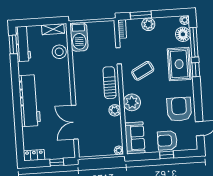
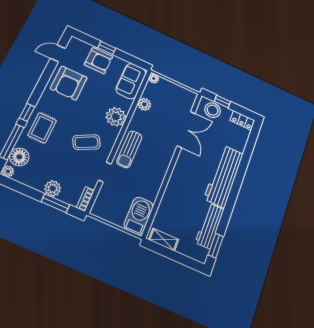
workbench: (23, 44) -> (210, 226), moved
stool: (59, 52) -> (213, 110), moved
rug: (179, 64) -> (42, 128), width x0.73, depth x0.70
plant: (115, 110) -> (144, 104), moved

